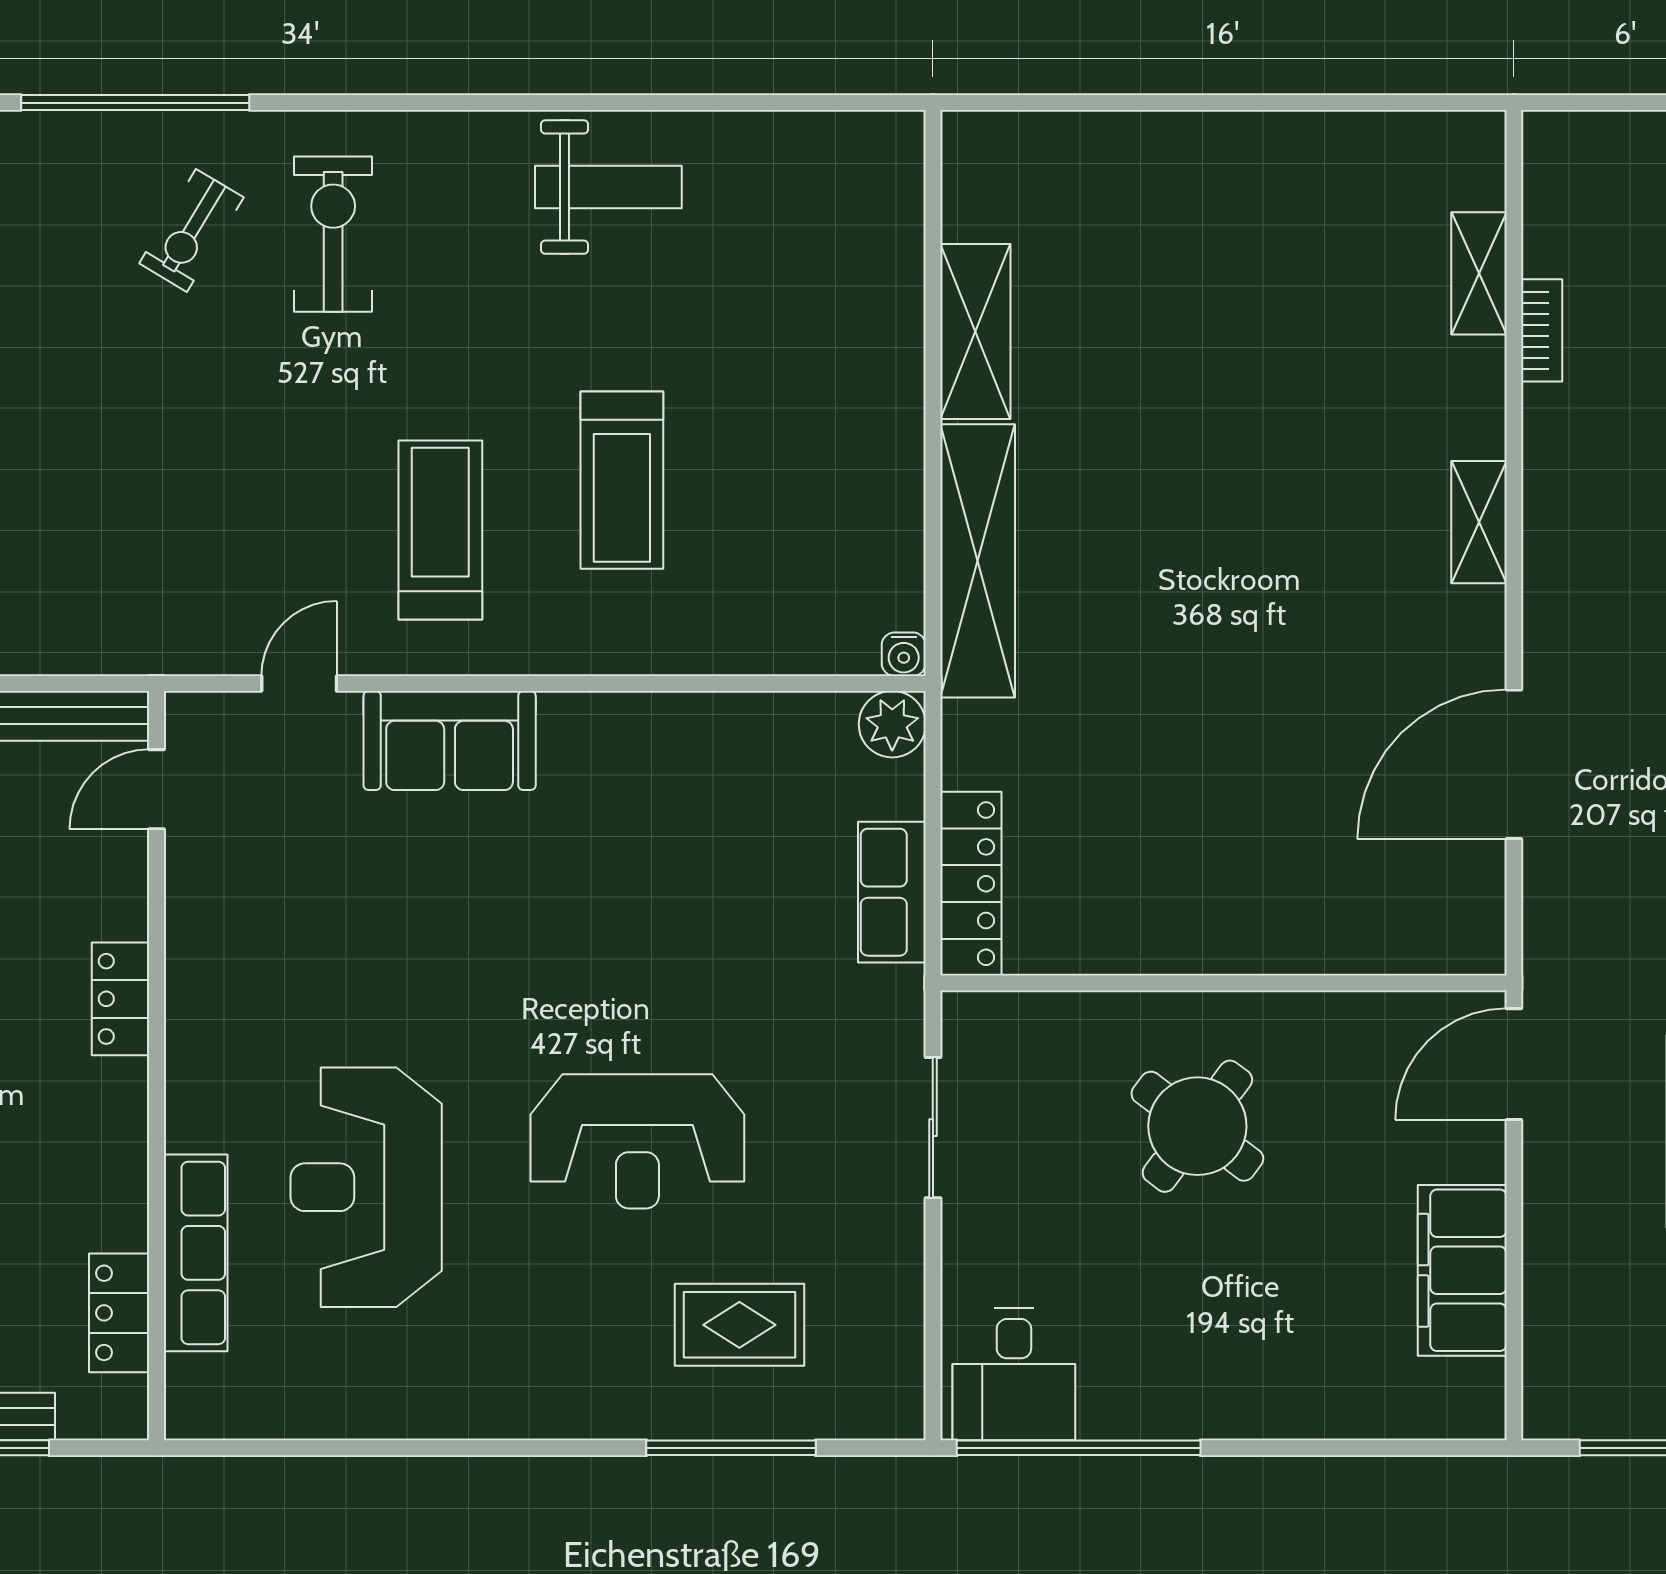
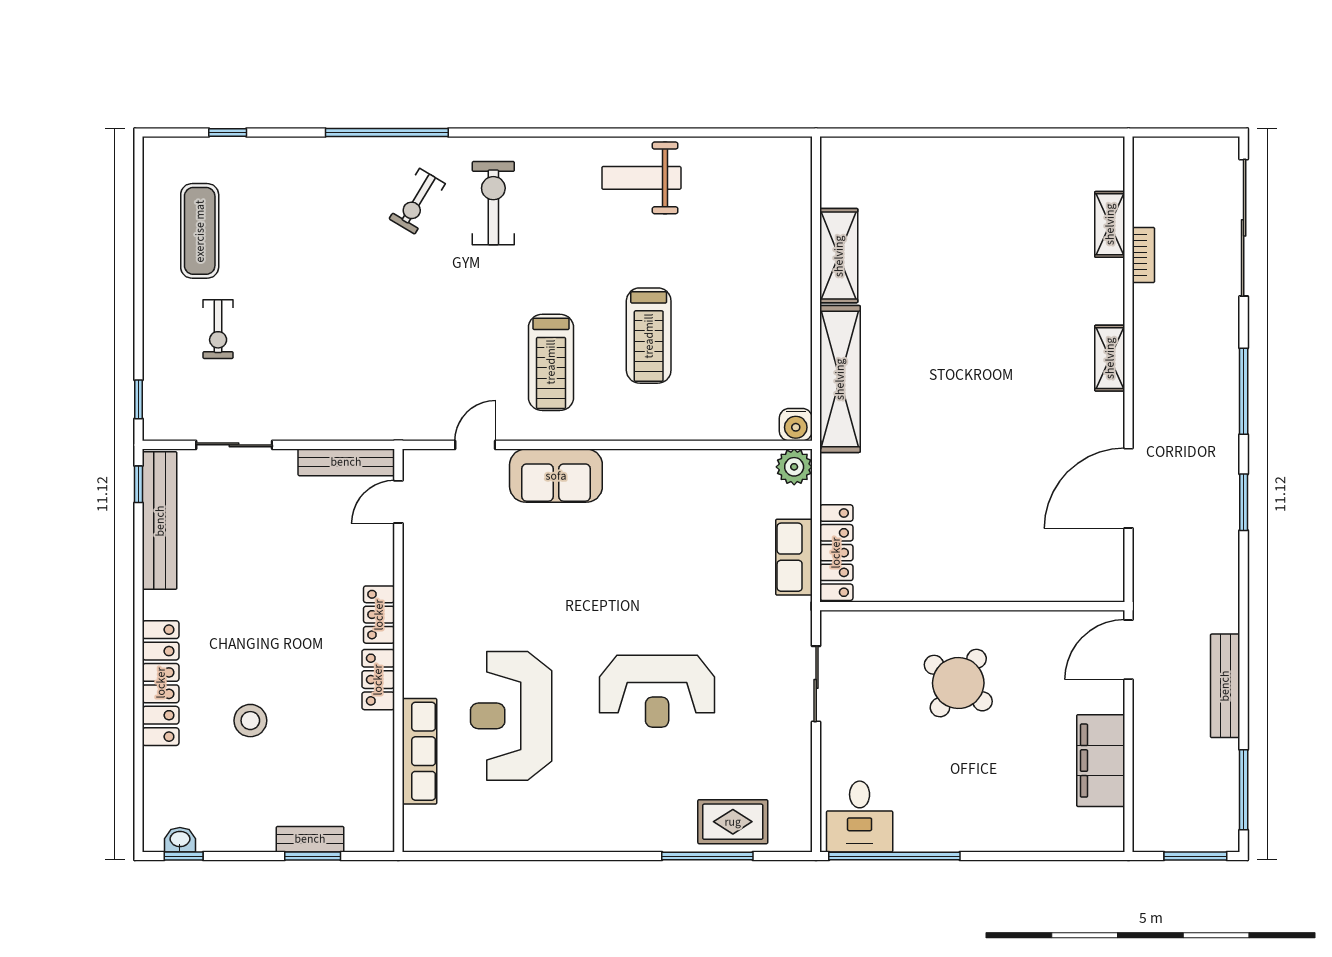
weight bench: (608, 187) -> (641, 178), turned 180
treadmill: (440, 530) -> (551, 362), turned 180
water cooler: (904, 654) -> (796, 425), width x1.38, depth x1.38
locker: (119, 1313) -> (378, 680), moved
rug: (739, 1325) -> (733, 822), moved

